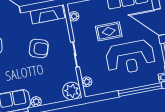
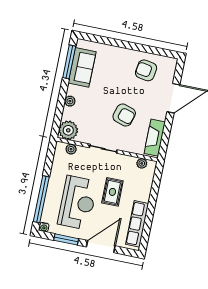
armchair: (39, 48) -> (124, 115), turned -91
reception desk: (130, 57) -> (78, 203), turned 180
plant: (36, 102) -> (70, 101), moved

